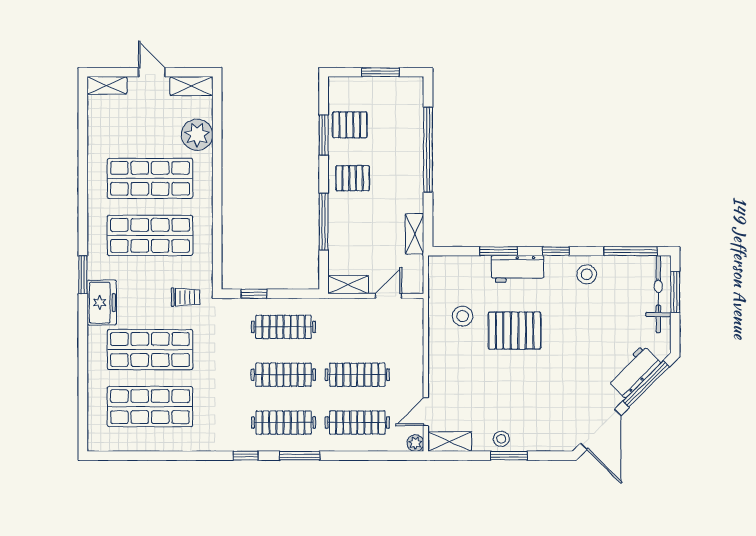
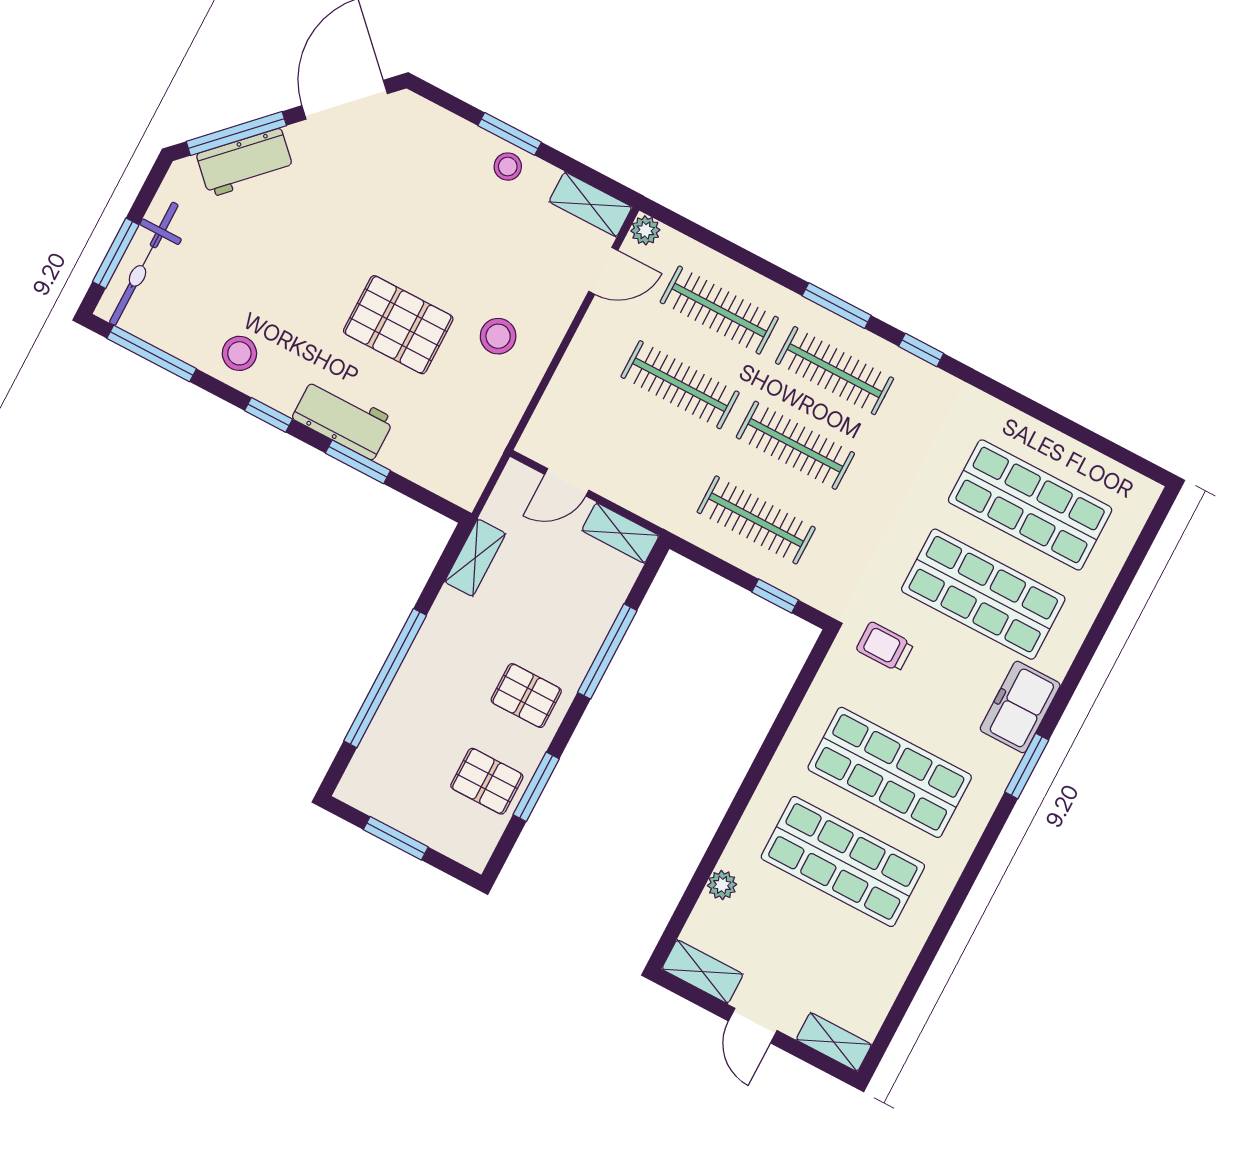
plant: (197, 135) -> (722, 885), width x0.53, depth x0.53
stool: (463, 316) -> (498, 336), moved

